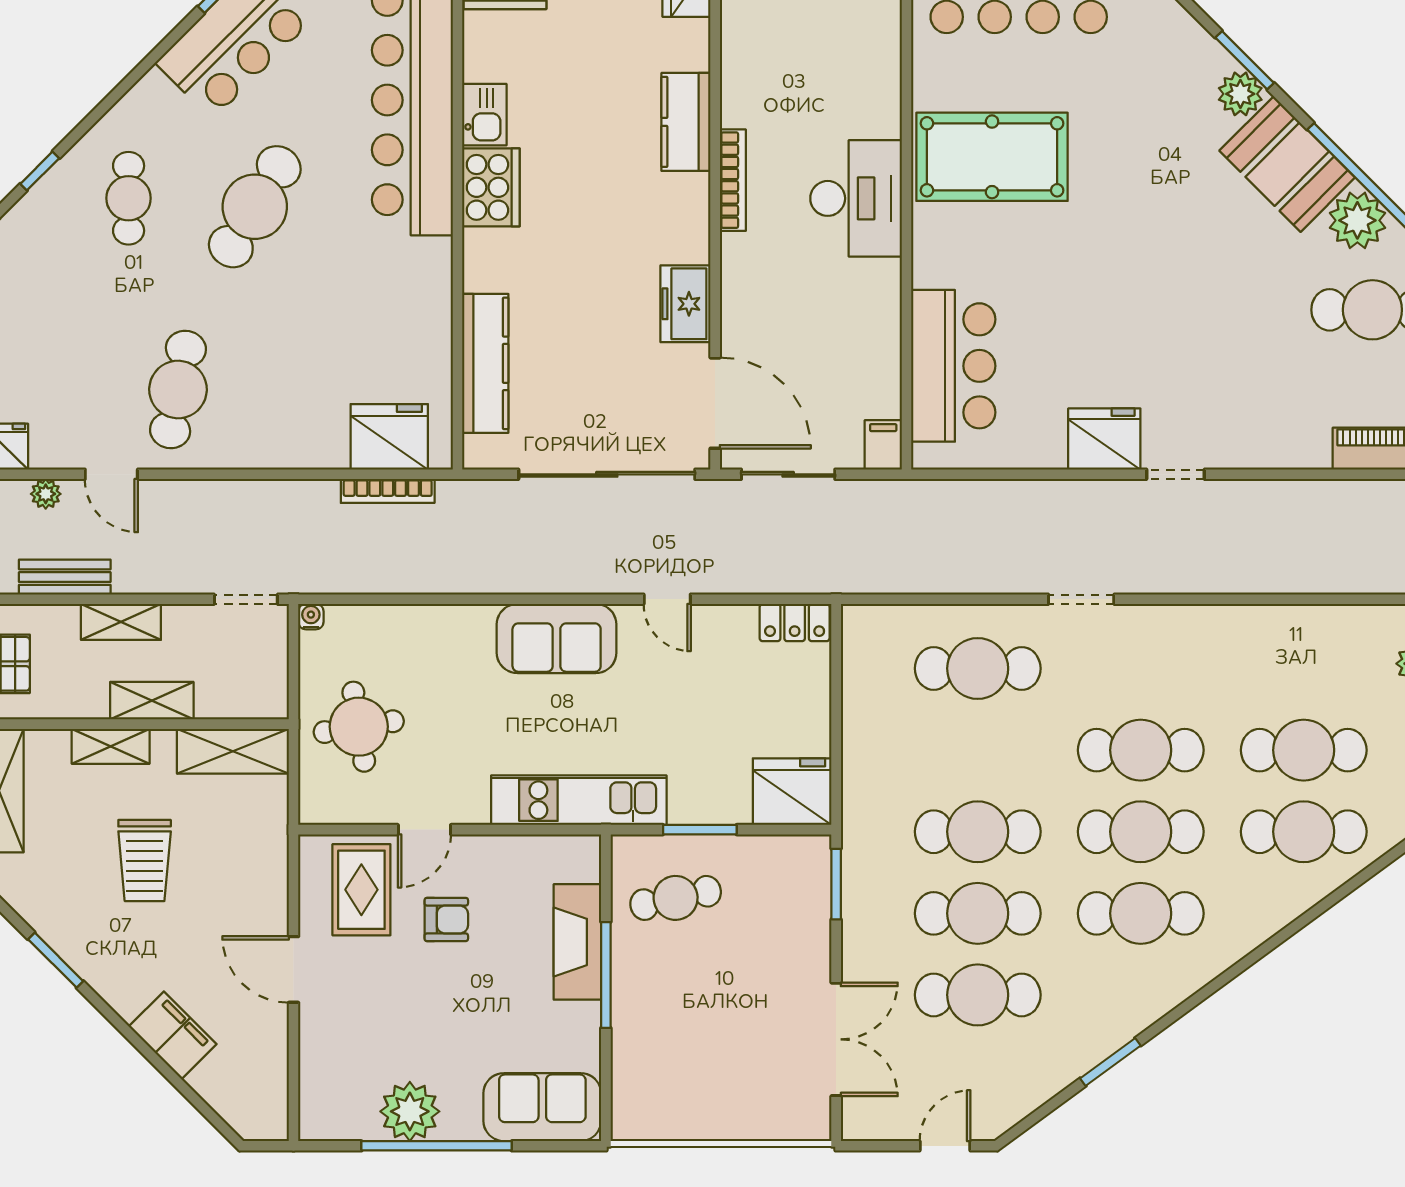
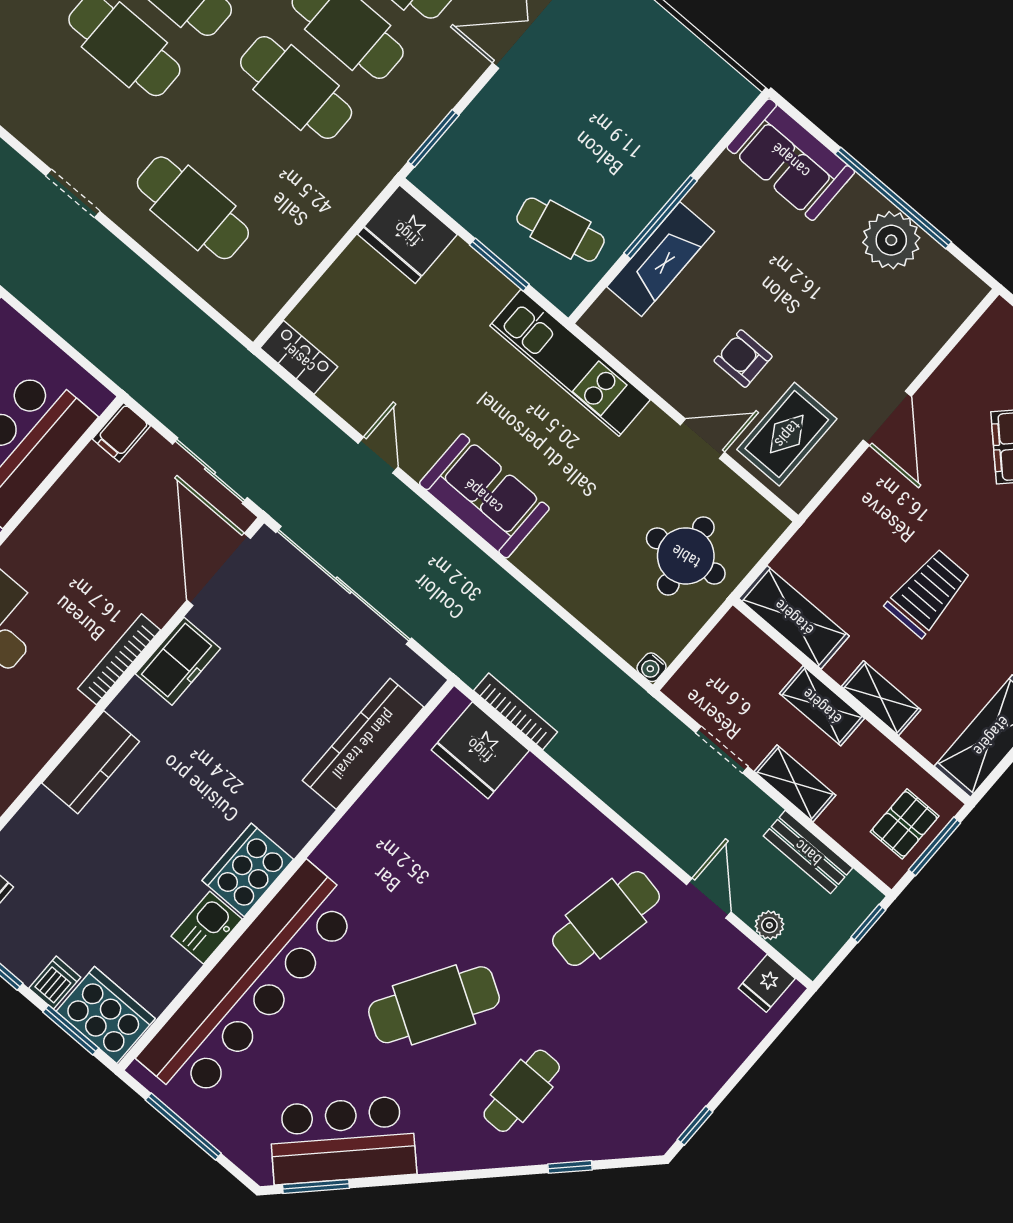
kitchen counter: (686, 122) -> (91, 762), moved
bookcase: (733, 180) -> (119, 659), moved
doorway: (246, 599) -> (722, 750), moved

